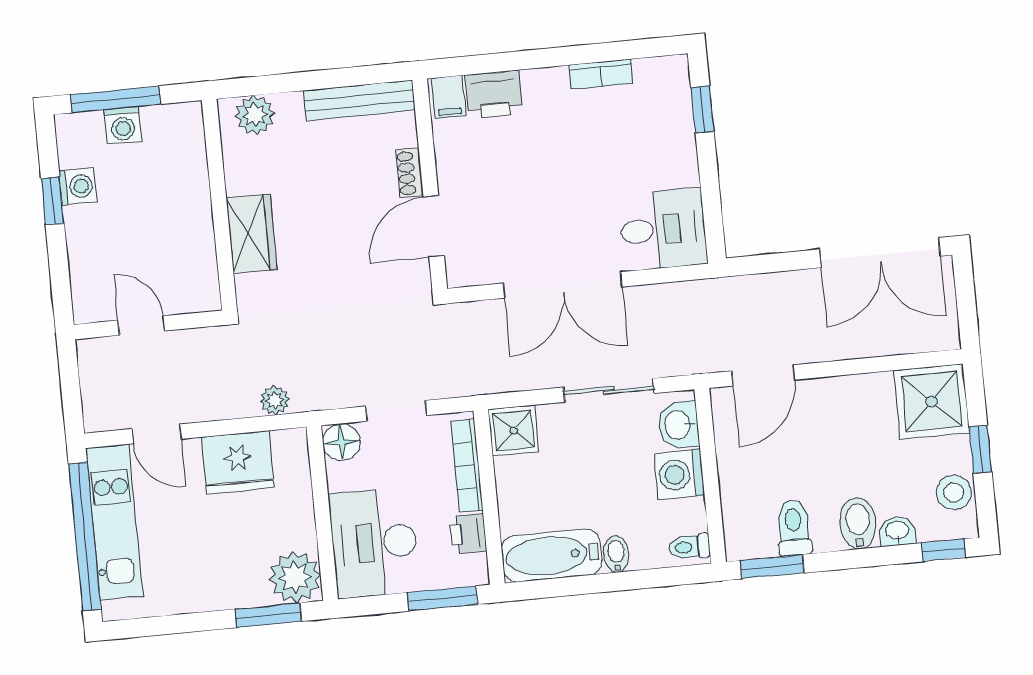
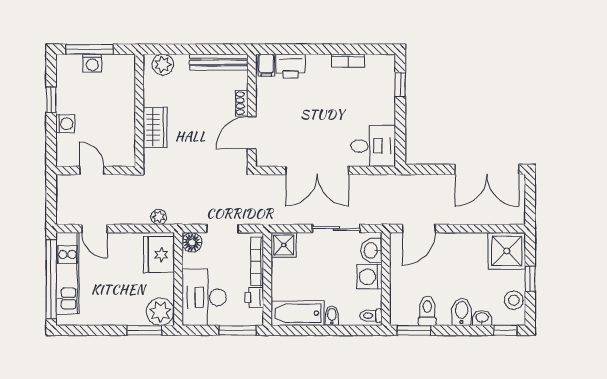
washing machine: (78, 186) -> (65, 124), moved
fridge: (238, 462) -> (159, 255), moved, turned 90

